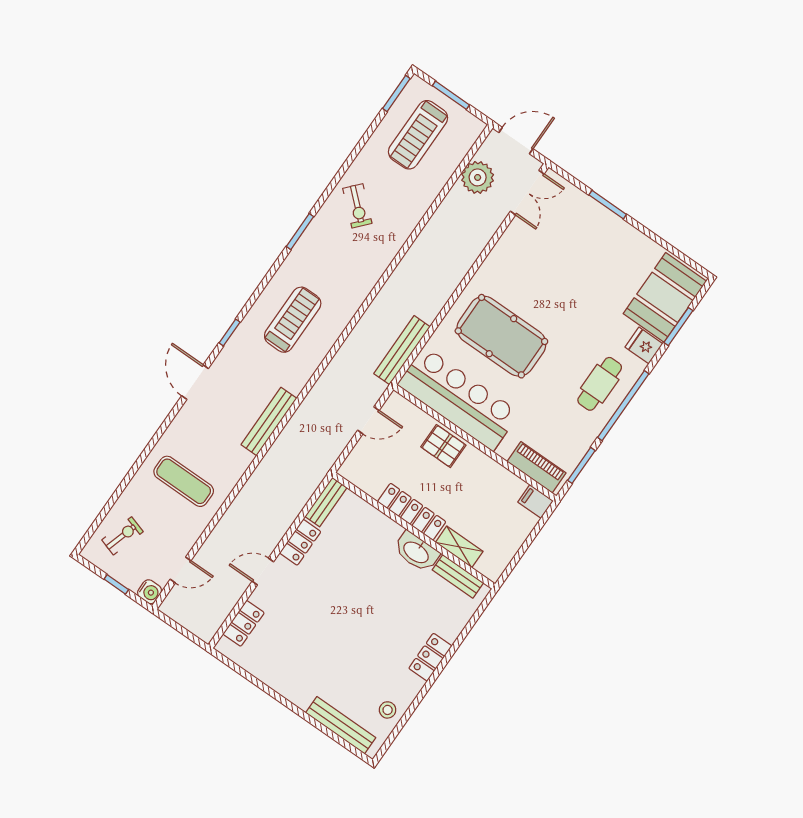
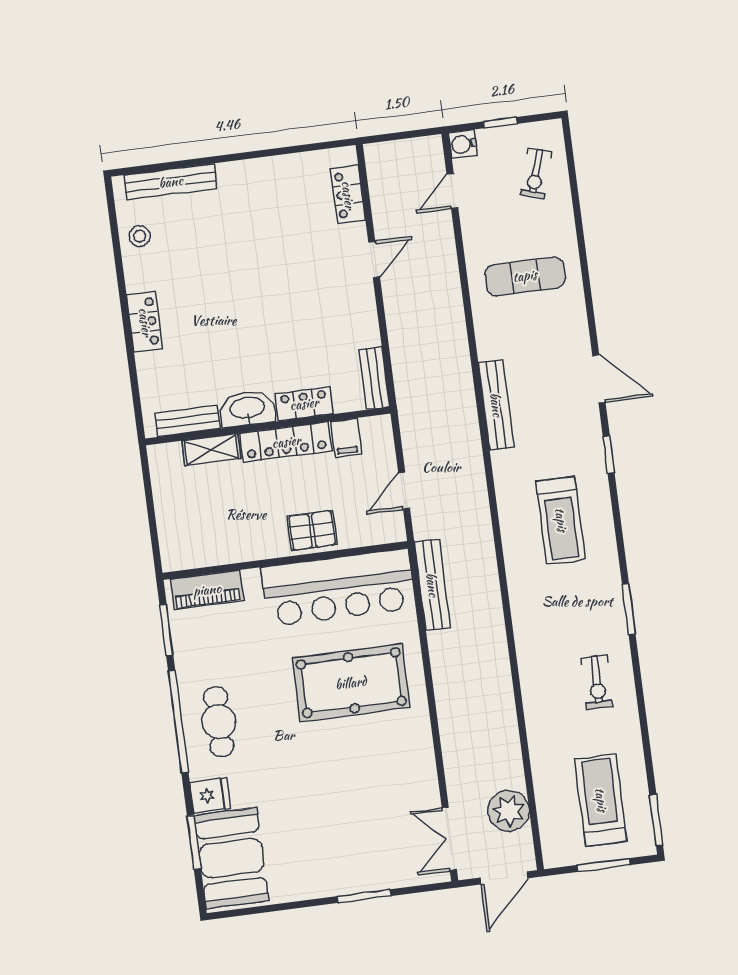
exercise bike: (357, 206) -> (597, 682), turned -131
filing cabinet: (536, 501) -> (346, 438), moved, turned 90
locker: (300, 542) -> (304, 404), moved, turned 90

